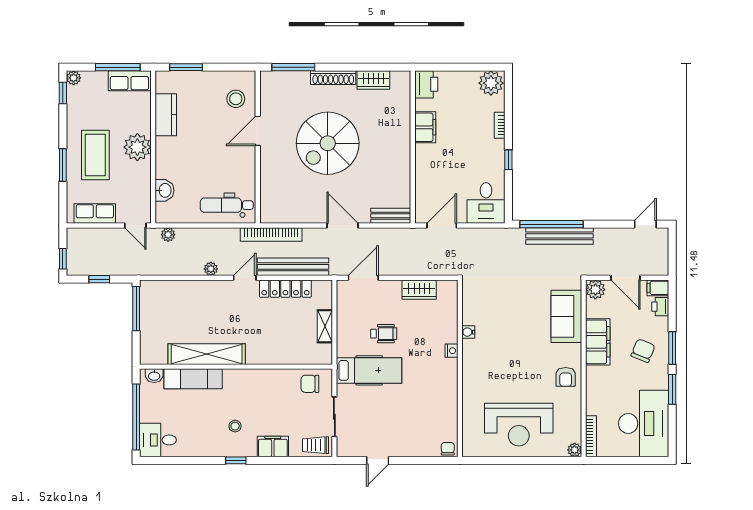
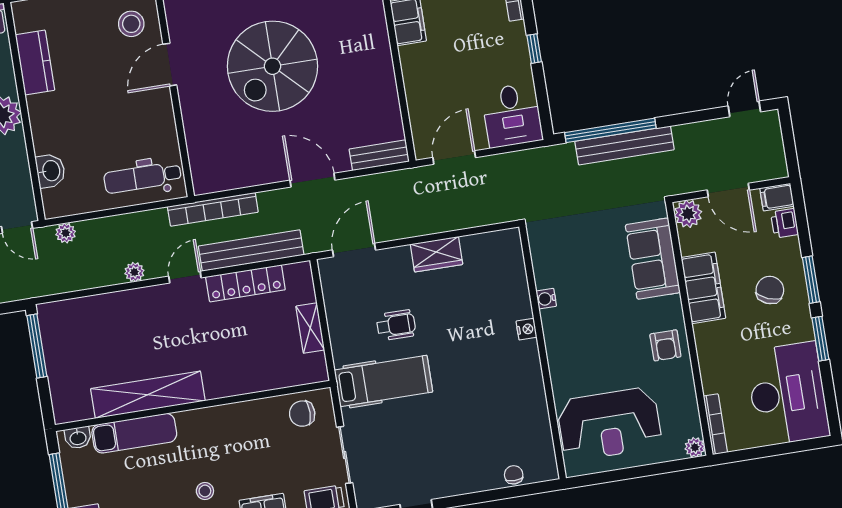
water cooler: (468, 332) -> (546, 299), moved
nightstand: (451, 351) -> (526, 329), moved
wall: (460, 368) -> (542, 352), moved

